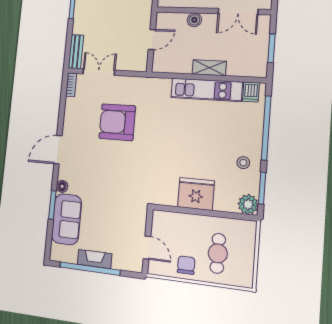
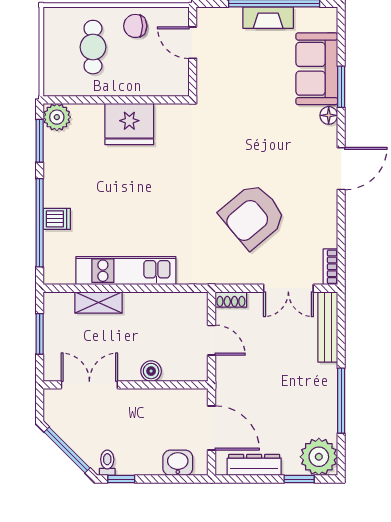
door: (152, 39) -> (212, 340), swing flipped
bench: (76, 52) -> (328, 327), width x1.36
shoe rack: (137, 66) -> (231, 299), added
shelving: (209, 68) -> (99, 302), moved
dishwasher: (251, 92) -> (57, 219), moved, turned 90
armchair: (117, 122) -> (253, 216), turned 140
stool: (243, 163) -> (67, 173), removed
chair: (186, 265) -> (135, 26), turned 90

